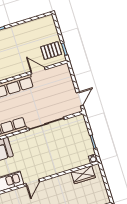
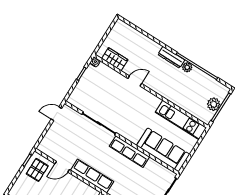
pallet: (51, 51) -> (37, 170), turned 90
door: (38, 71) -> (62, 167), hinge flipped
door: (33, 183) -> (135, 81), moved

